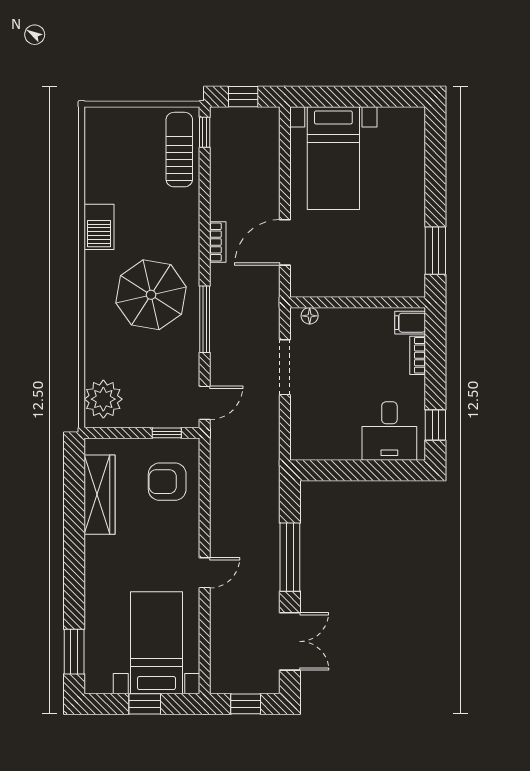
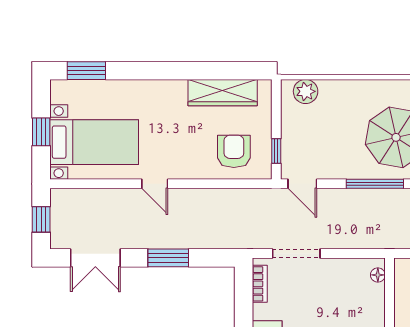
doorway: (285, 367) -> (296, 254), moved
plant: (103, 399) -> (306, 91), width x0.73, depth x0.73
bookcase: (320, 452) -> (260, 284), added
window: (290, 557) -> (168, 258), width x0.69

